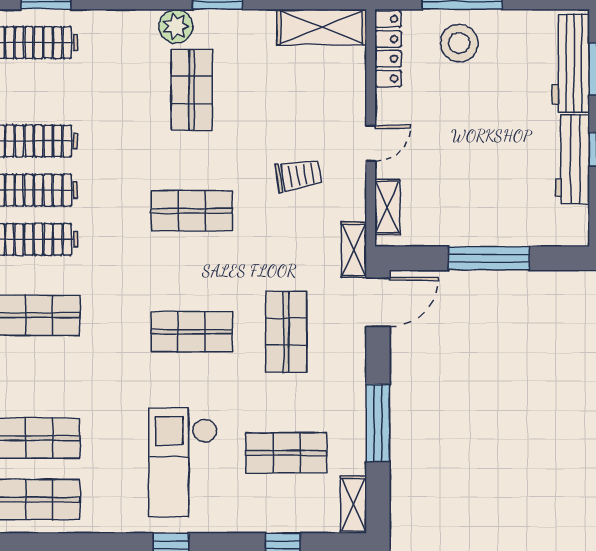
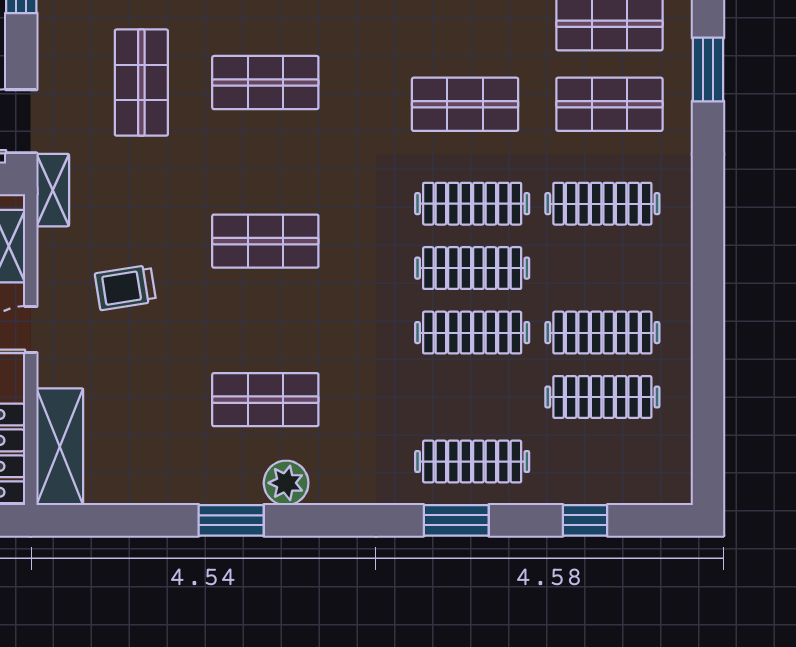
shelving: (322, 27) -> (60, 447), moved, turned 90
shop shelf: (192, 90) -> (265, 400), turned 90

